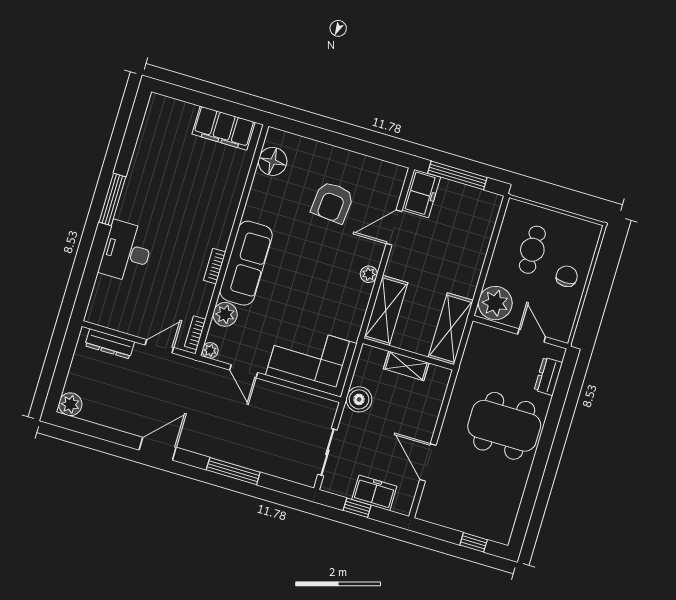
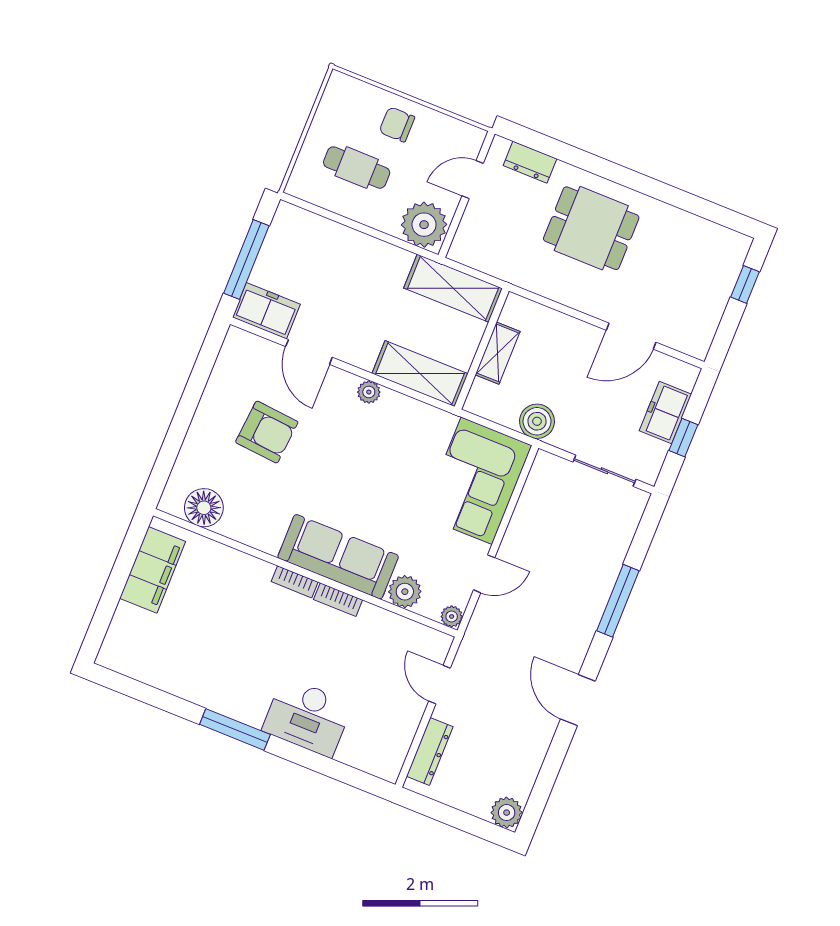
bookcase: (195, 333) -> (295, 582), moved
dining table: (504, 426) -> (591, 228), width x0.73

